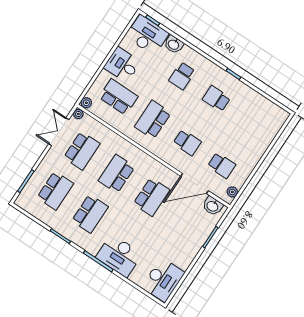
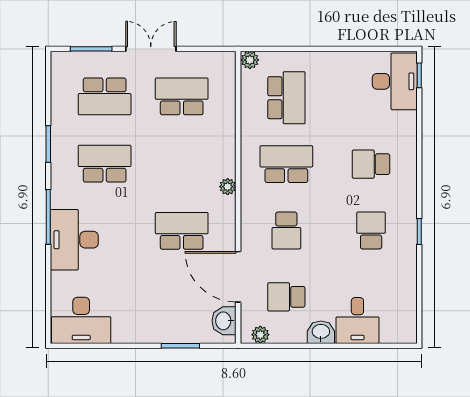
washbasin: (174, 44) -> (321, 332), moved, turned 90
desk: (122, 65) -> (357, 320), moved, turned 180
plant: (78, 114) -> (228, 187), moved
double door: (59, 132) -> (151, 49), moved
school desk: (82, 151) -> (182, 96), turned 180
school desk: (222, 165) -> (286, 297), turned 90
school desk: (117, 174) -> (182, 164), removed
school desk: (151, 197) -> (182, 231), turned 180
school desk: (90, 214) -> (105, 164), turned 180

